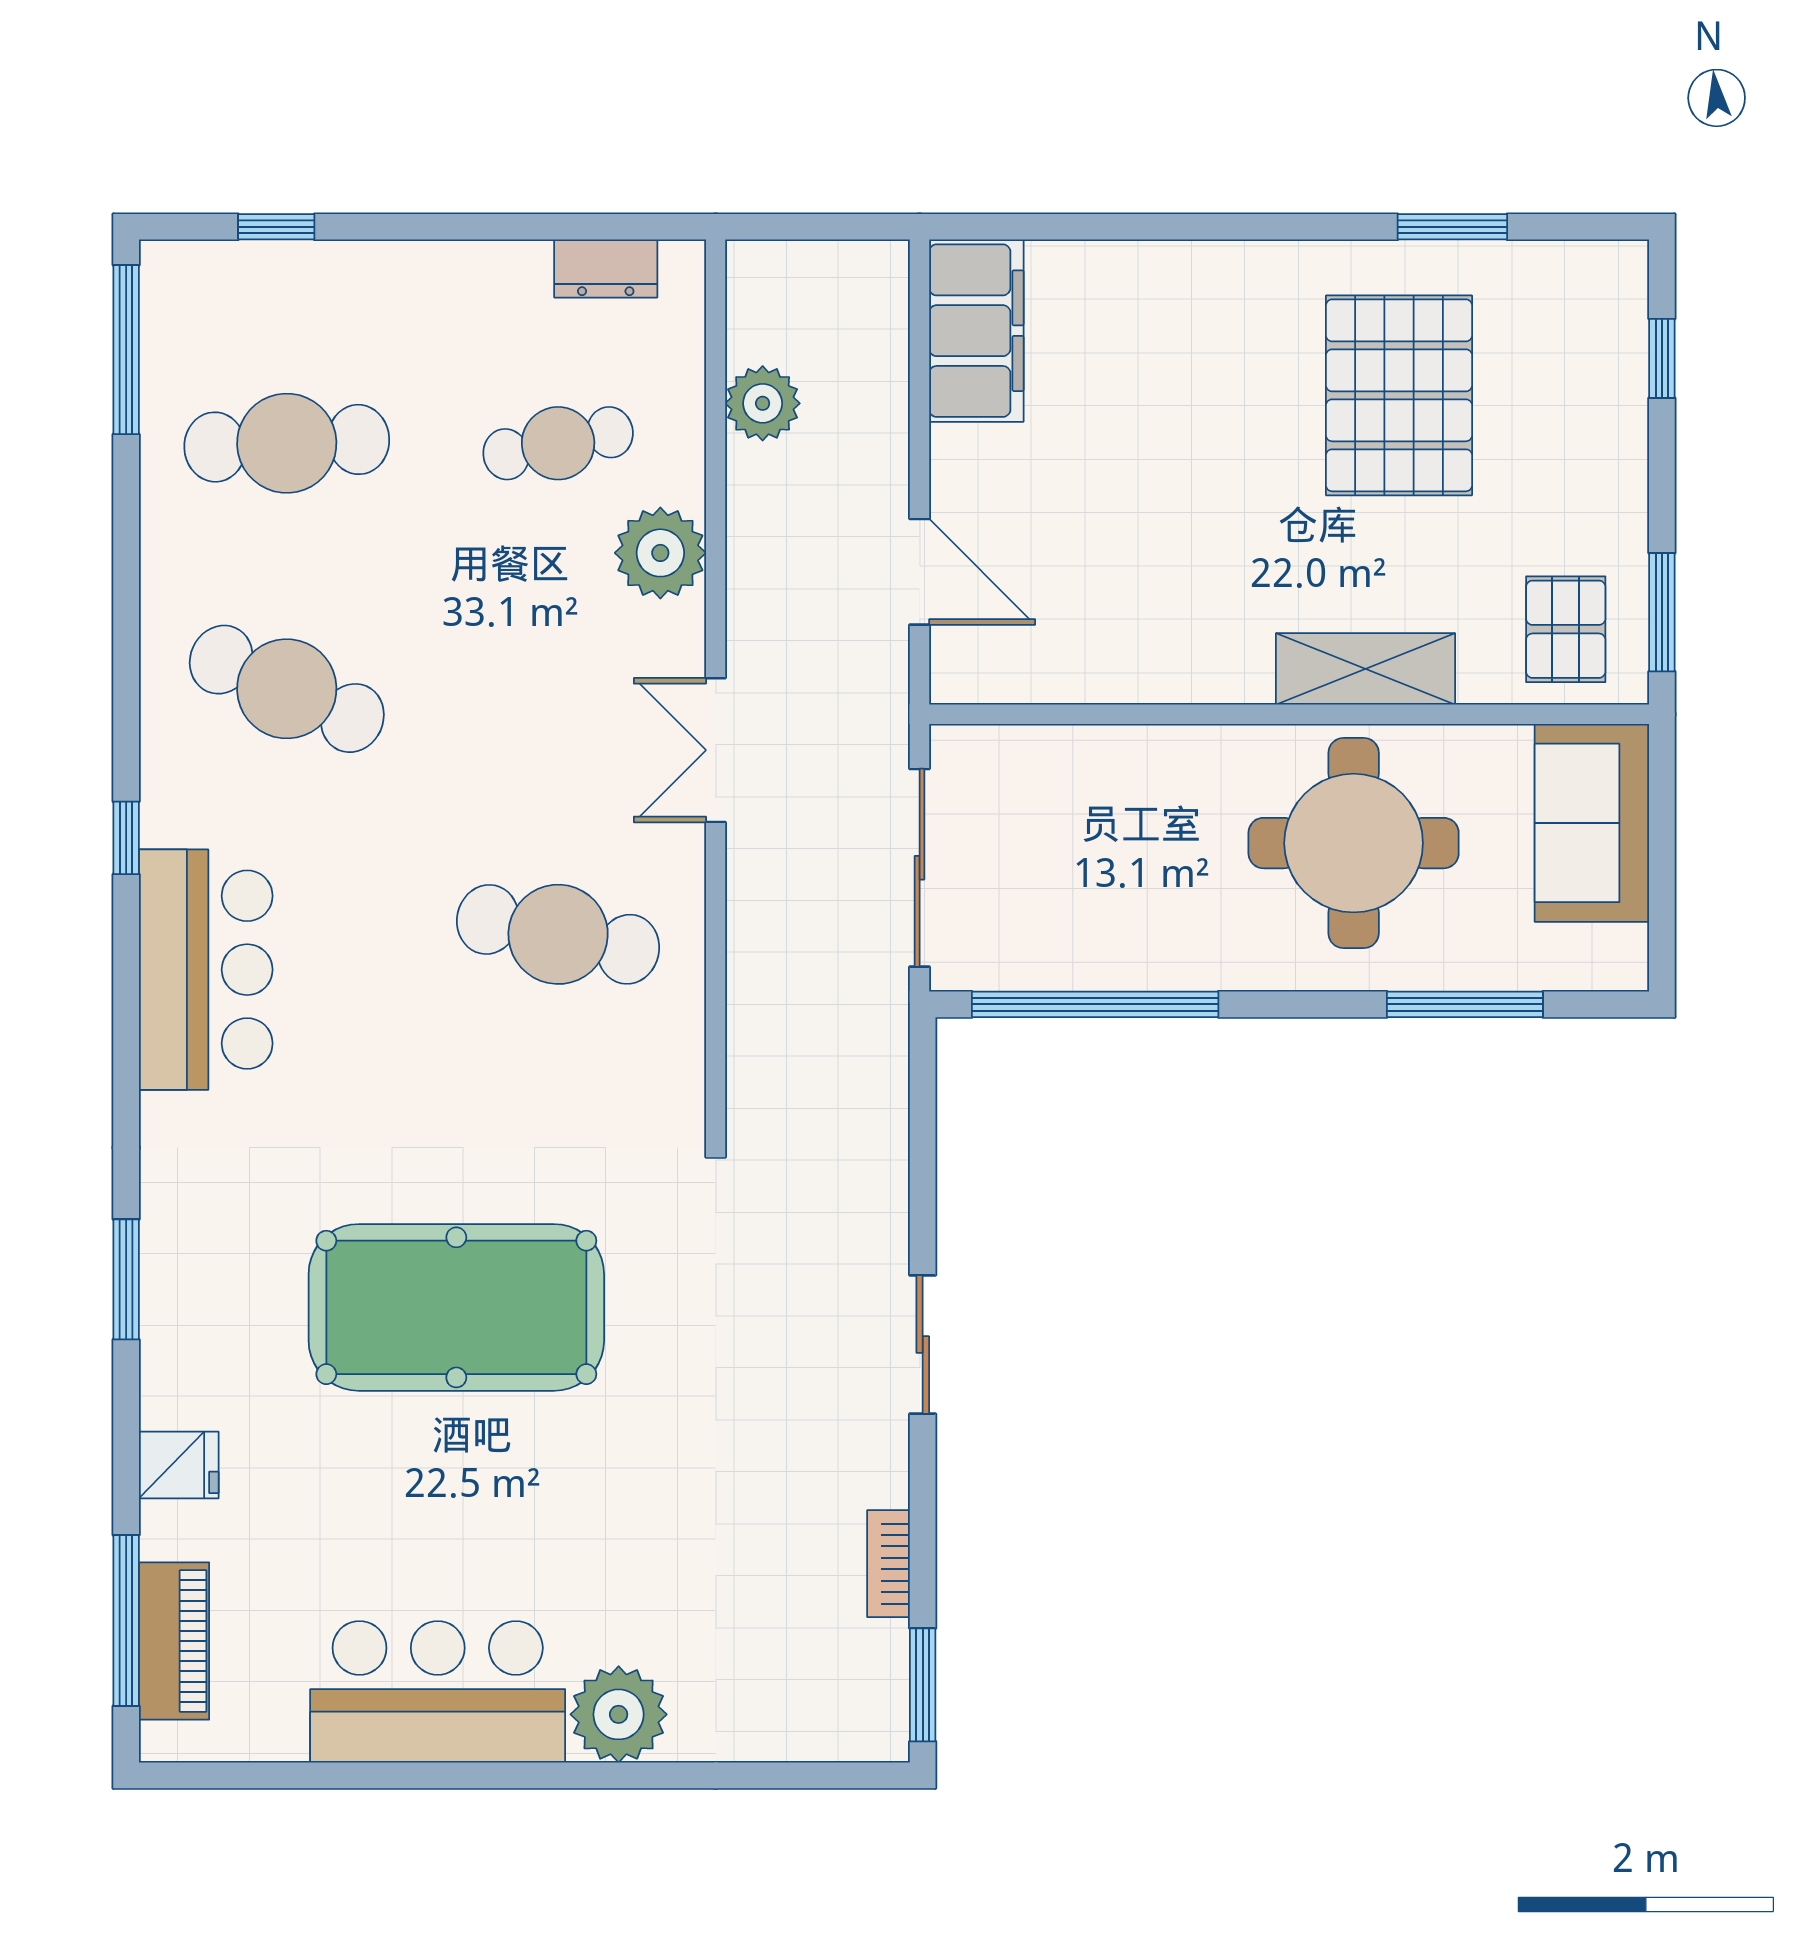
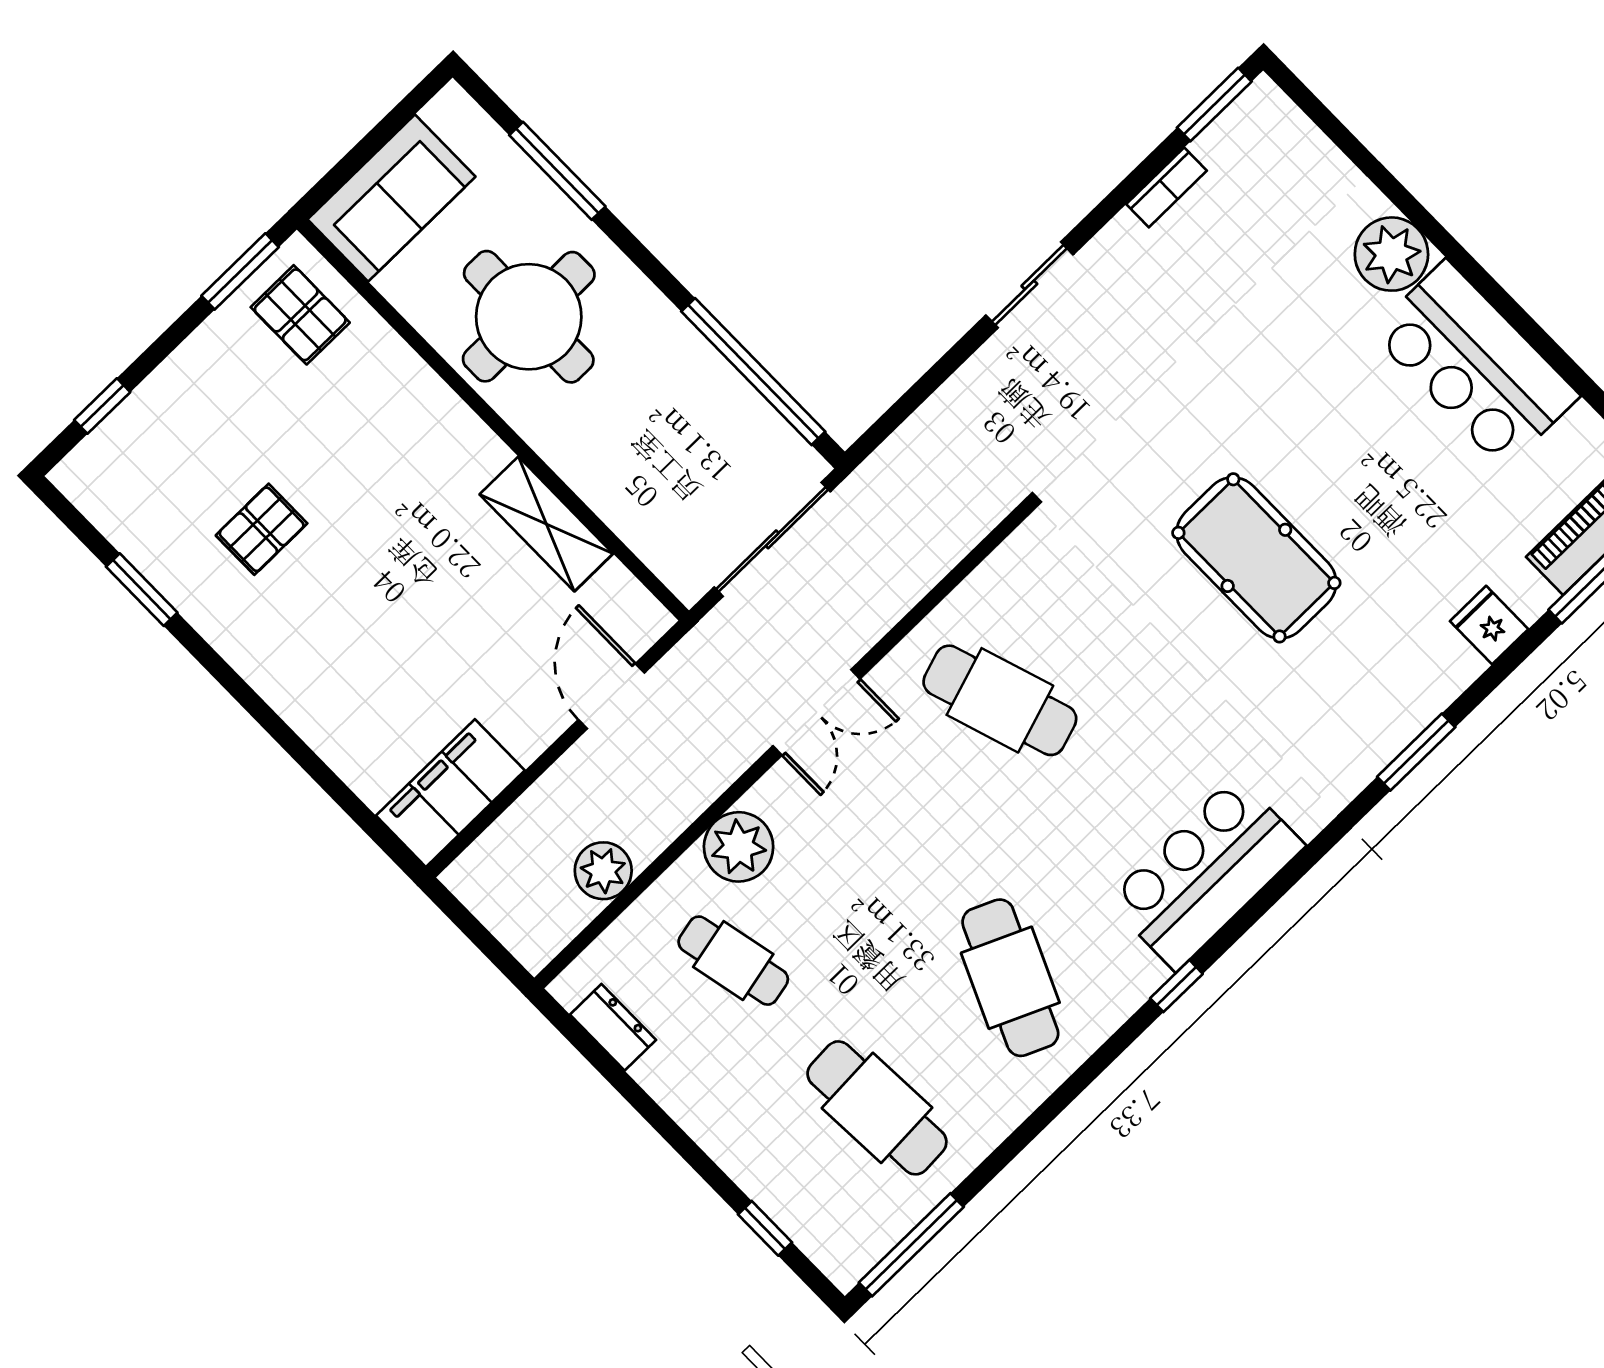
pallet: (1399, 395) -> (262, 529), width x0.49, depth x0.50
pallet: (1566, 629) -> (300, 315), turned 90
shelving: (1365, 669) -> (546, 524), moved
cafe table: (558, 934) -> (1000, 700), turned -30
pool table: (456, 1307) -> (1256, 558), width x0.73, depth x0.76

